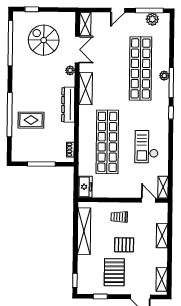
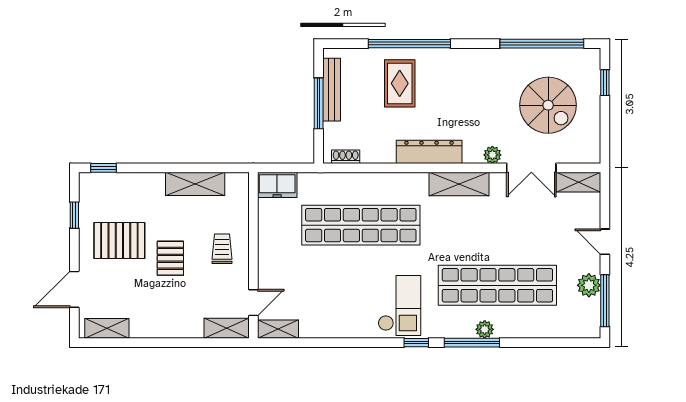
plant: (152, 19) -> (589, 285), moved
spiral stairs: (44, 40) -> (548, 105), turned 90
checkout: (147, 147) -> (399, 306), moved, turned 90
bench: (34, 157) -> (332, 90), added
shelving: (84, 231) -> (195, 184), width x0.68
shelving: (162, 236) -> (227, 328), moved

